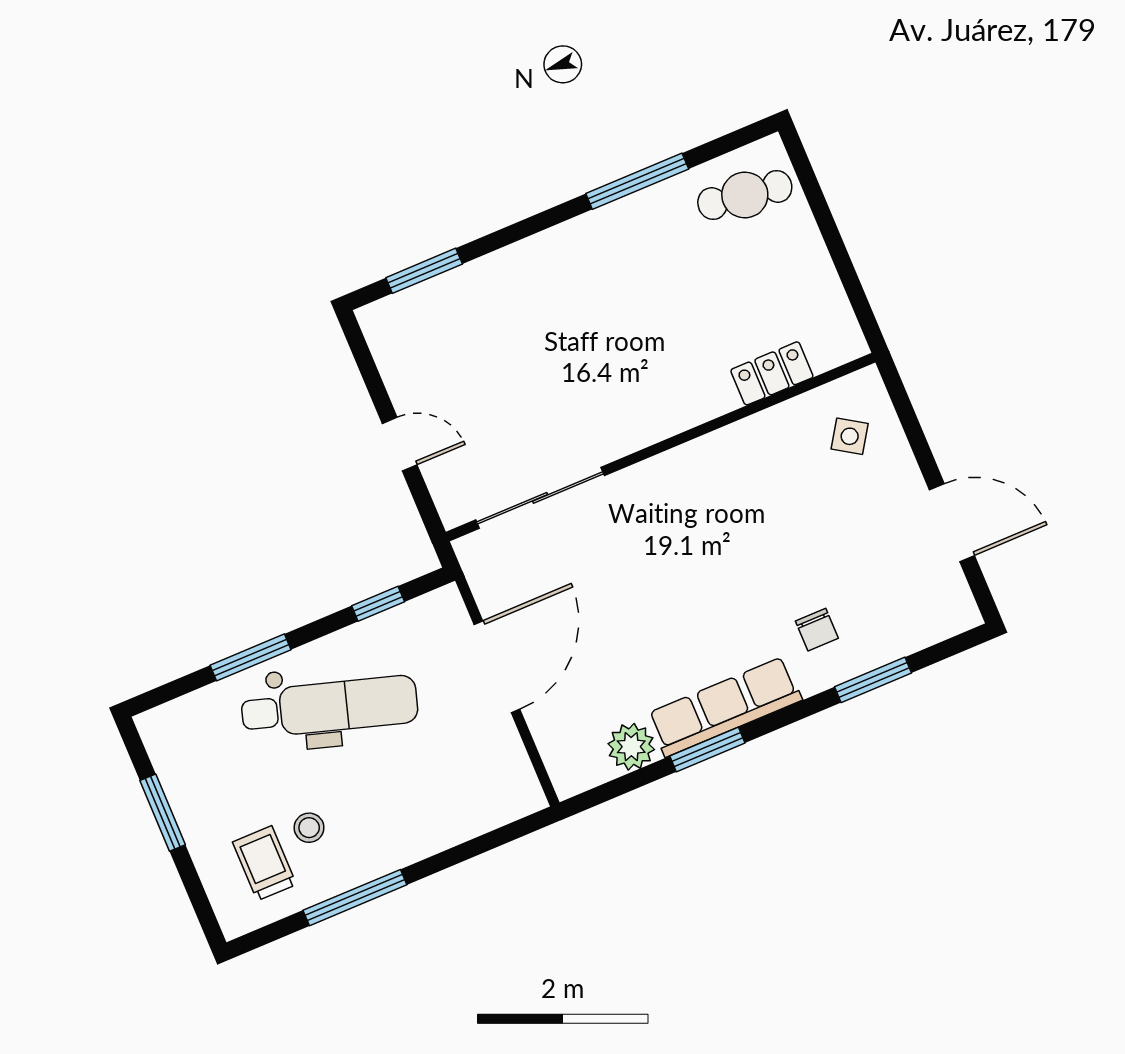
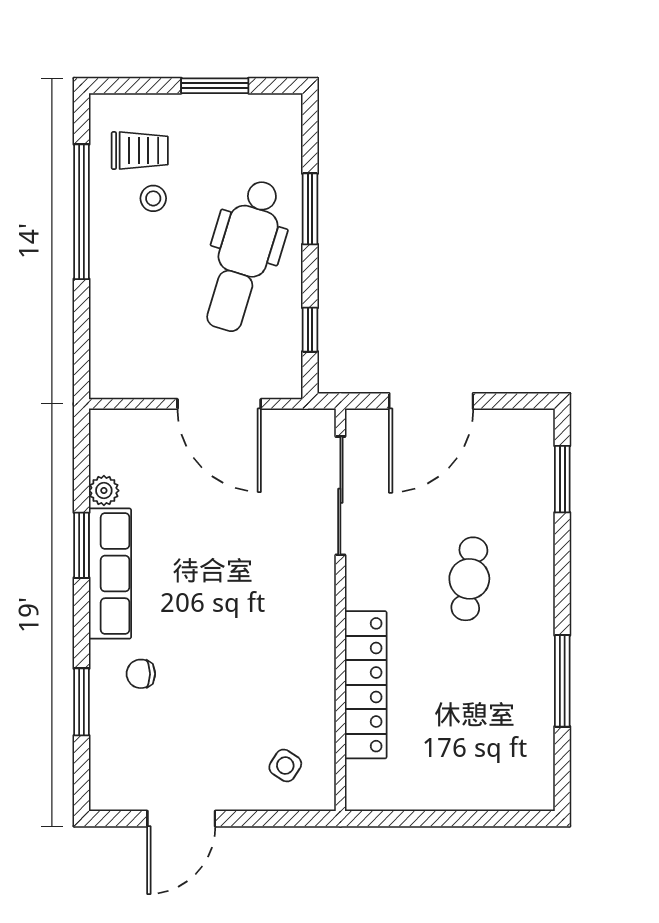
cafe table: (745, 195) -> (469, 579), moved
locker: (772, 373) -> (366, 685), width x2.16, depth x1.21
door: (400, 444) -> (431, 401), width x1.88
plant: (631, 747) -> (104, 491), width x0.73, depth x0.73
window: (355, 898) -> (82, 212), width x1.46

